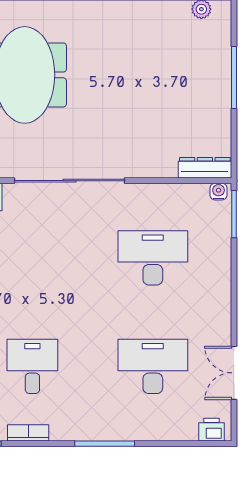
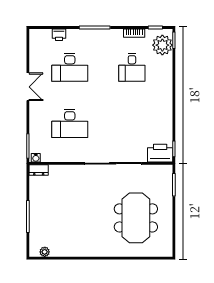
dresser: (205, 168) -> (39, 170), width x0.70
double door: (234, 373) -> (28, 87), moved
printer: (212, 430) -> (59, 35), moved

